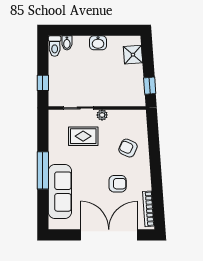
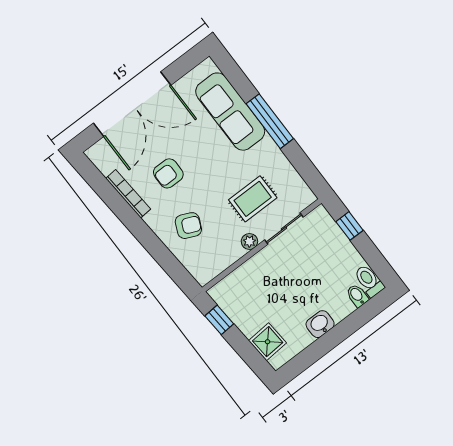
bookcase: (148, 209) -> (128, 194), moved

